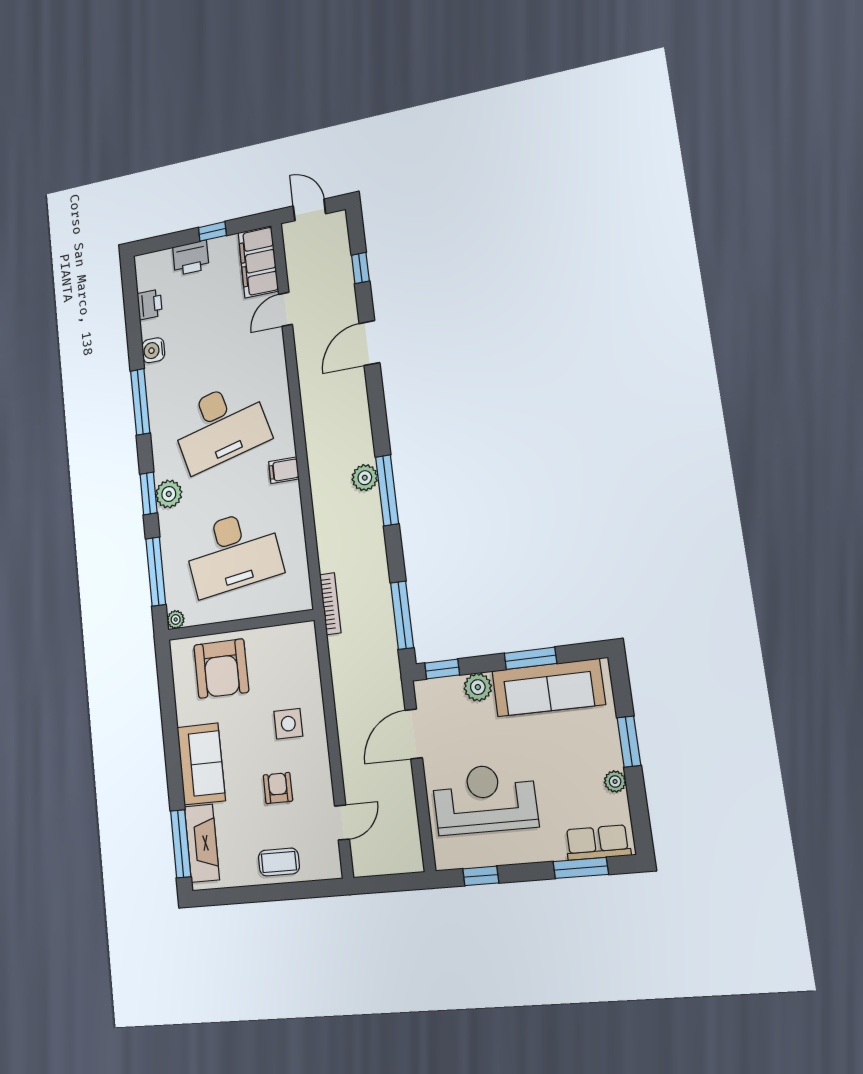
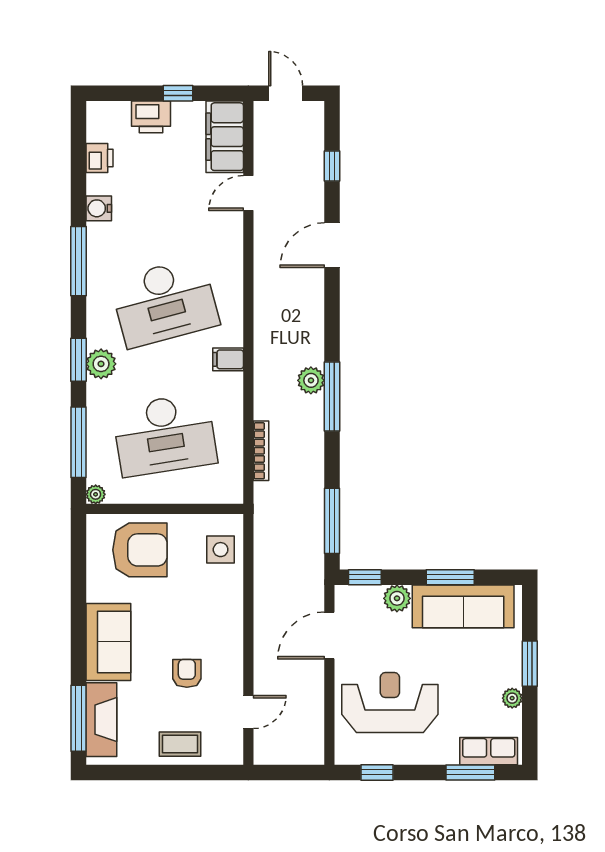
bookcase: (330, 604) -> (261, 451), moved
armchair: (221, 669) -> (140, 550), turned -90
side table: (288, 724) -> (221, 550), moved

